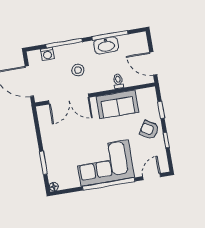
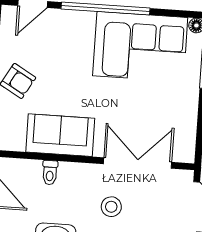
corner sofa: (105, 163) -> (140, 47), moved

